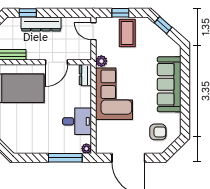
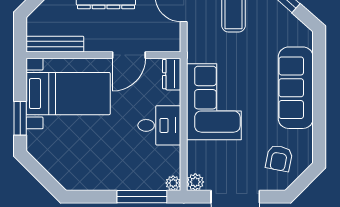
plant: (101, 61) -> (195, 182), moved
desk: (77, 121) -> (159, 125), moved
armchair: (158, 132) -> (279, 158), turned 101

